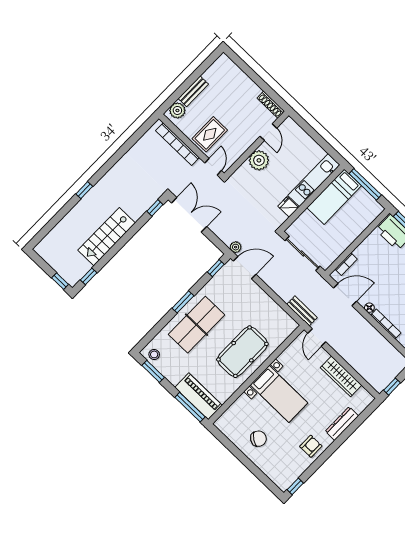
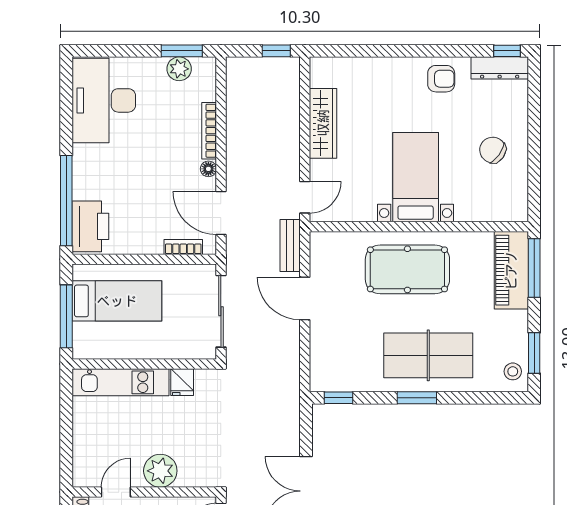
bed: (334, 197) -> (117, 301), moved
plant: (236, 247) -> (291, 398), removed
door: (245, 268) -> (305, 298), moved
dresser: (342, 424) -> (500, 68), moved
armchair: (311, 446) -> (441, 79), turned 180

